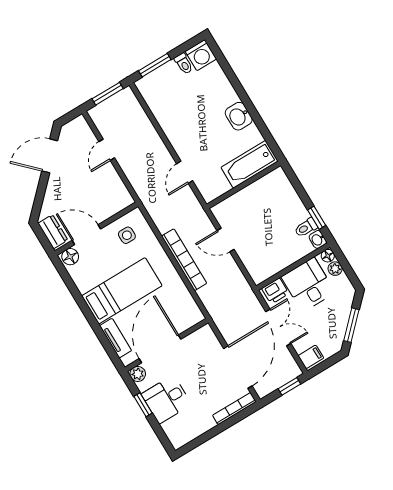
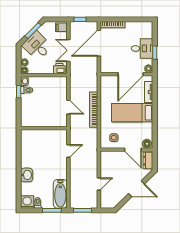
washbasin: (239, 116) -> (27, 175), moved
door: (50, 156) -> (136, 189), moved
bathtub: (250, 164) -> (60, 194), moved, turned 90
desk: (308, 285) -> (37, 46), moved, turned 135

